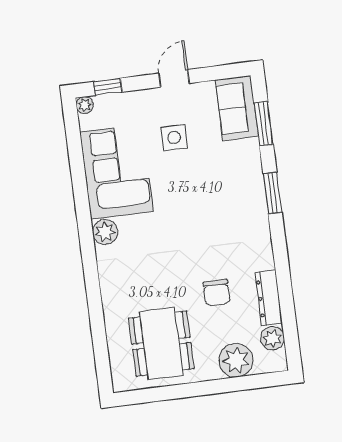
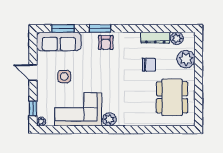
sofa: (237, 108) -> (59, 41), width x1.36
armchair: (248, 207) -> (106, 42), added
dining table: (161, 343) -> (172, 97), turned 90

